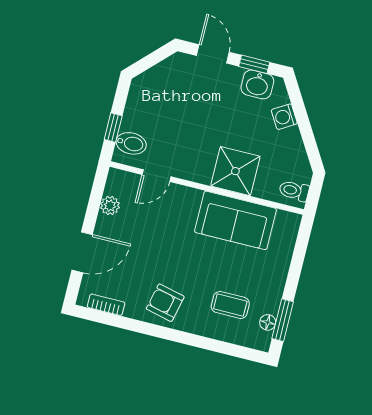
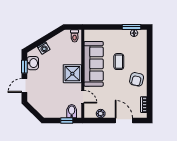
shower: (235, 171) -> (72, 74), moved
sofa: (235, 220) -> (94, 64), width x1.36
coffee table: (230, 305) -> (119, 62), moved

